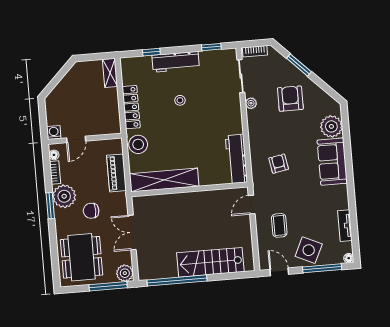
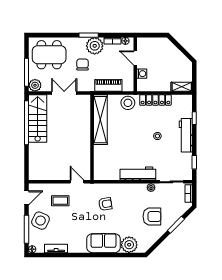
washing machine: (54, 132) -> (142, 74), moved
workbench: (236, 159) -> (138, 174), moved
stairs: (210, 262) -> (38, 119), moved

